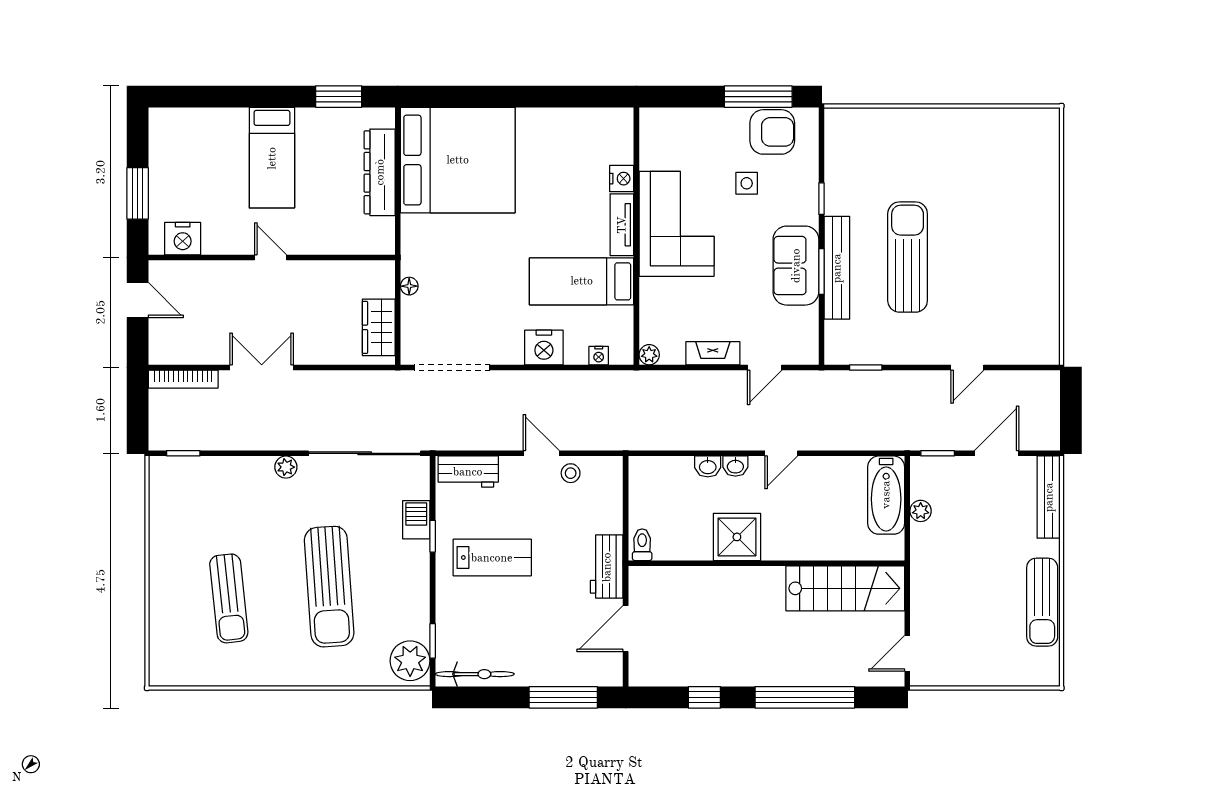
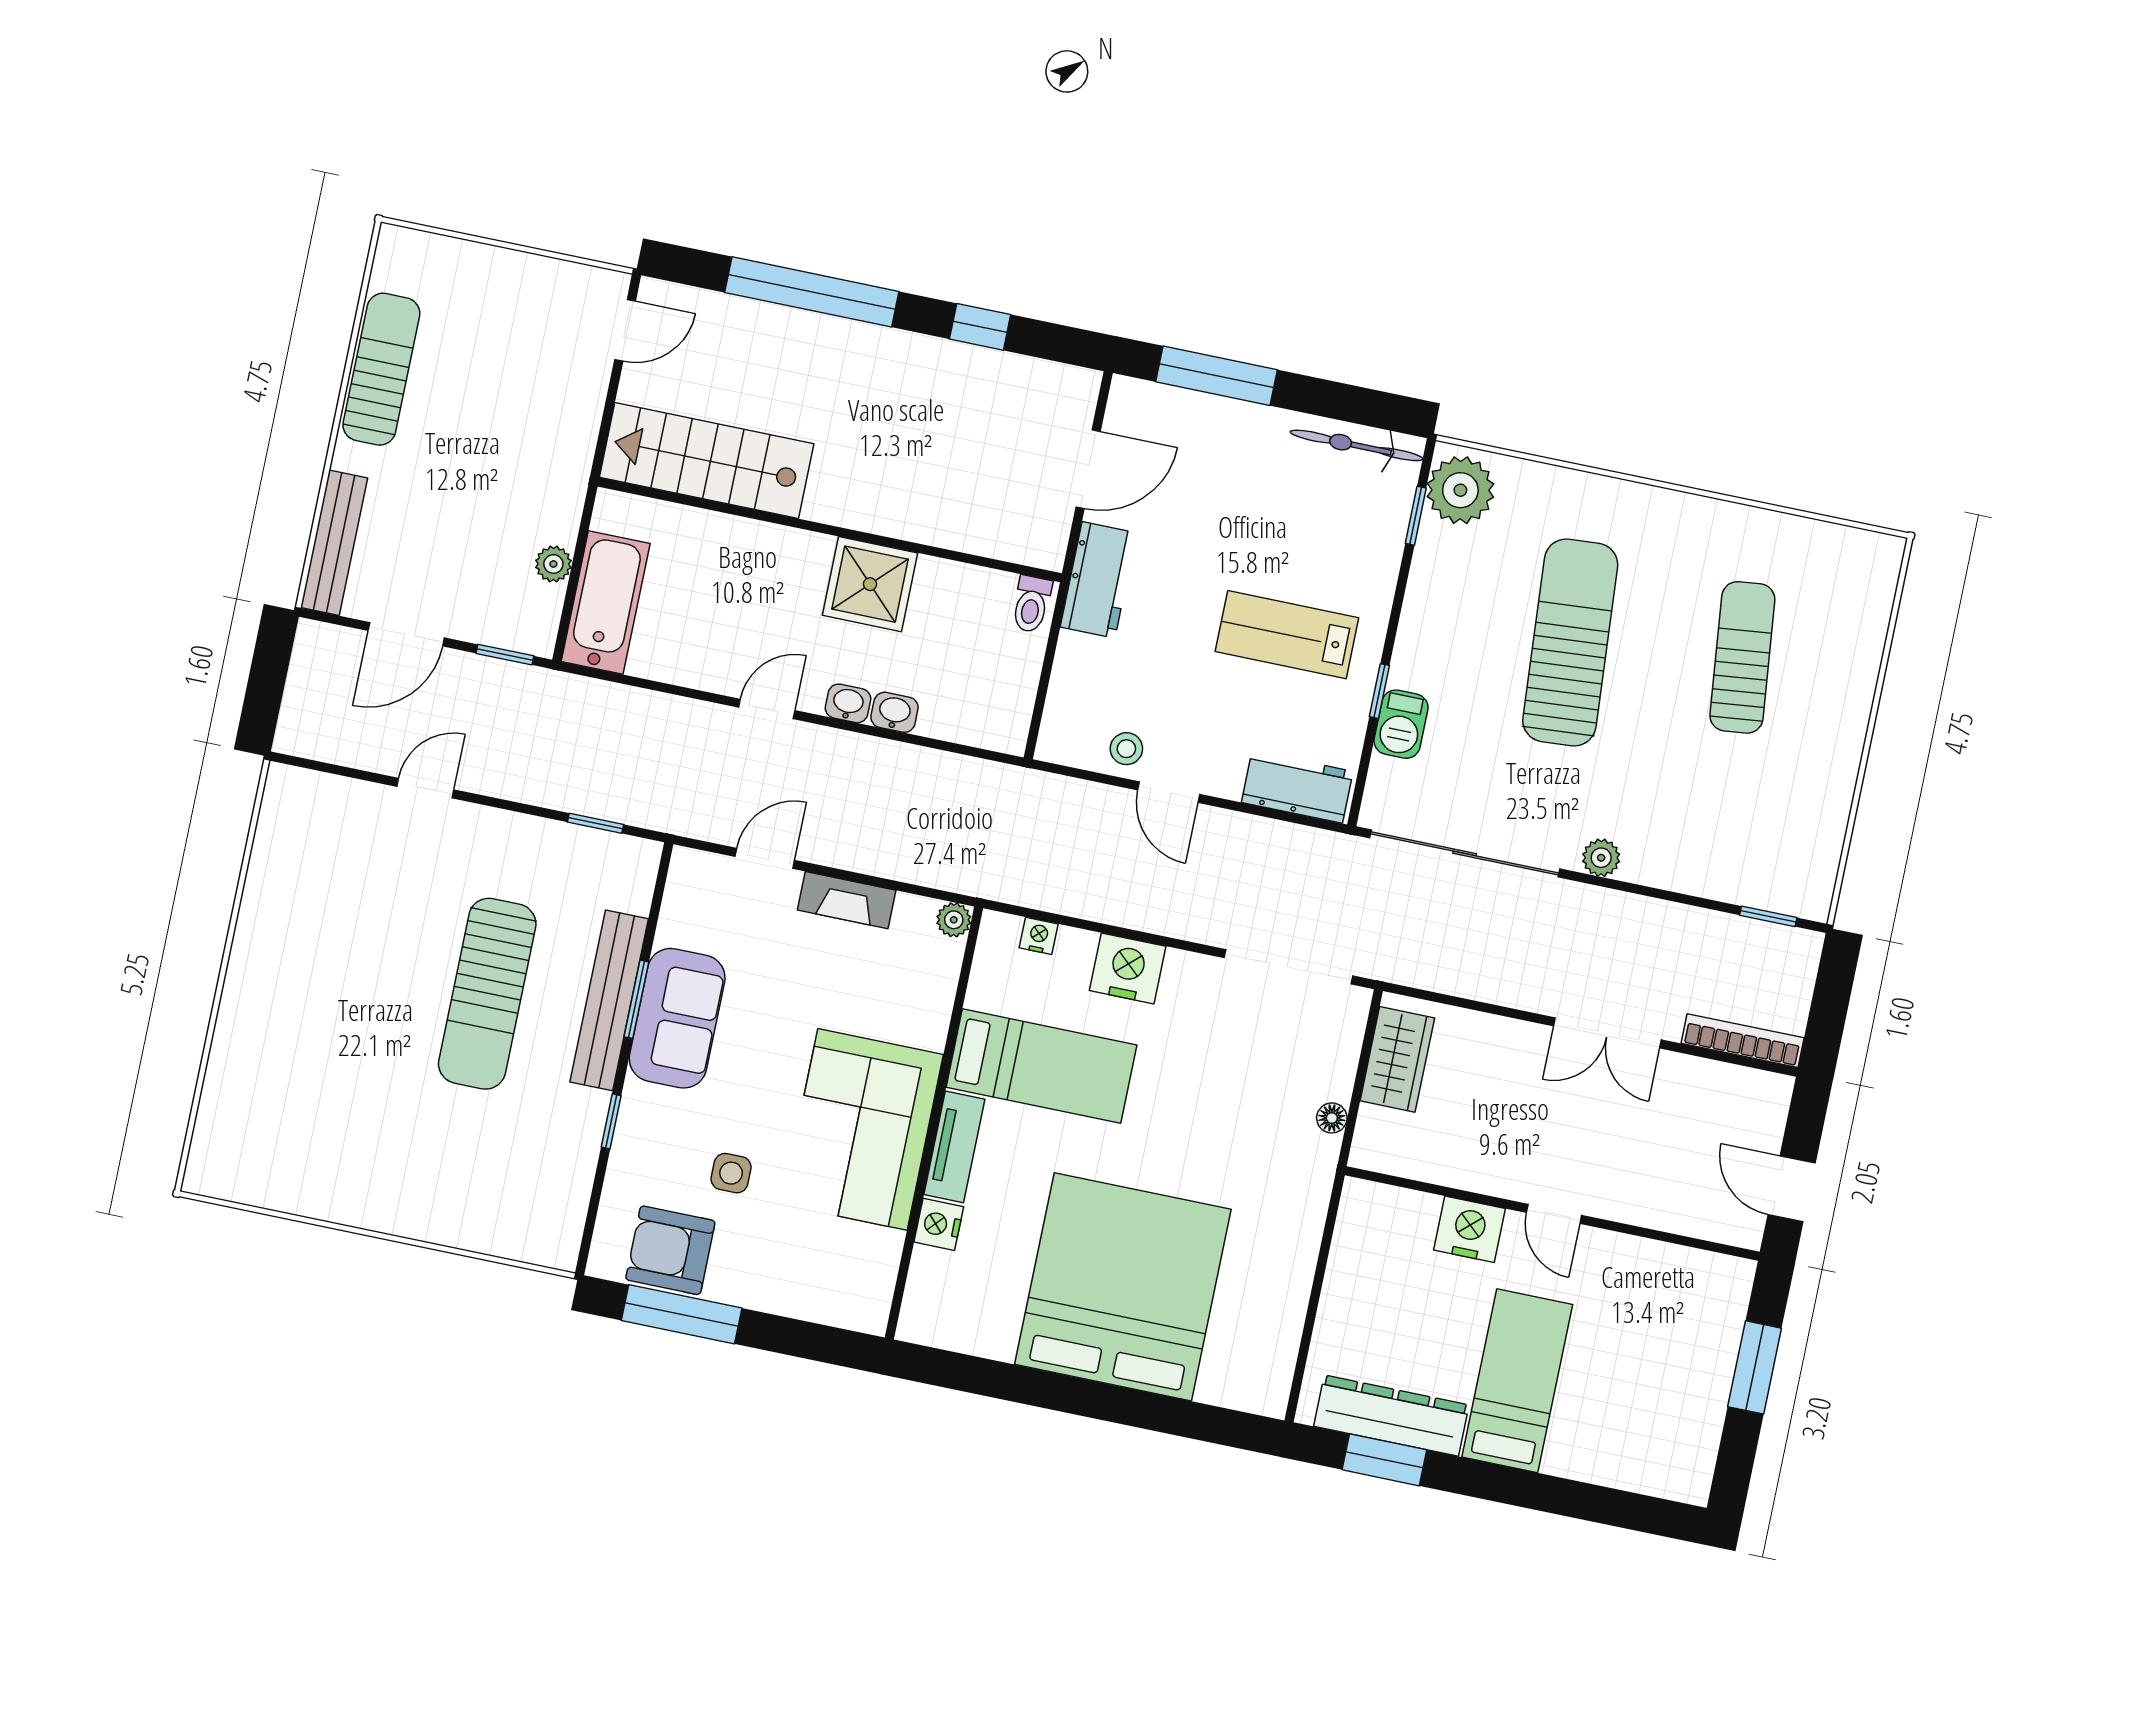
bed: (458, 160) -> (1123, 1287), moved, turned 90
dresser: (380, 172) -> (1391, 1416), moved, turned -90
nightstand: (183, 239) -> (1469, 1229), moved

